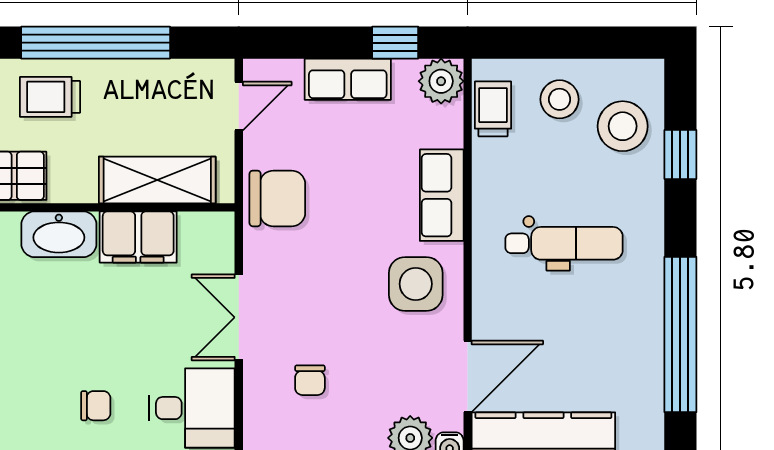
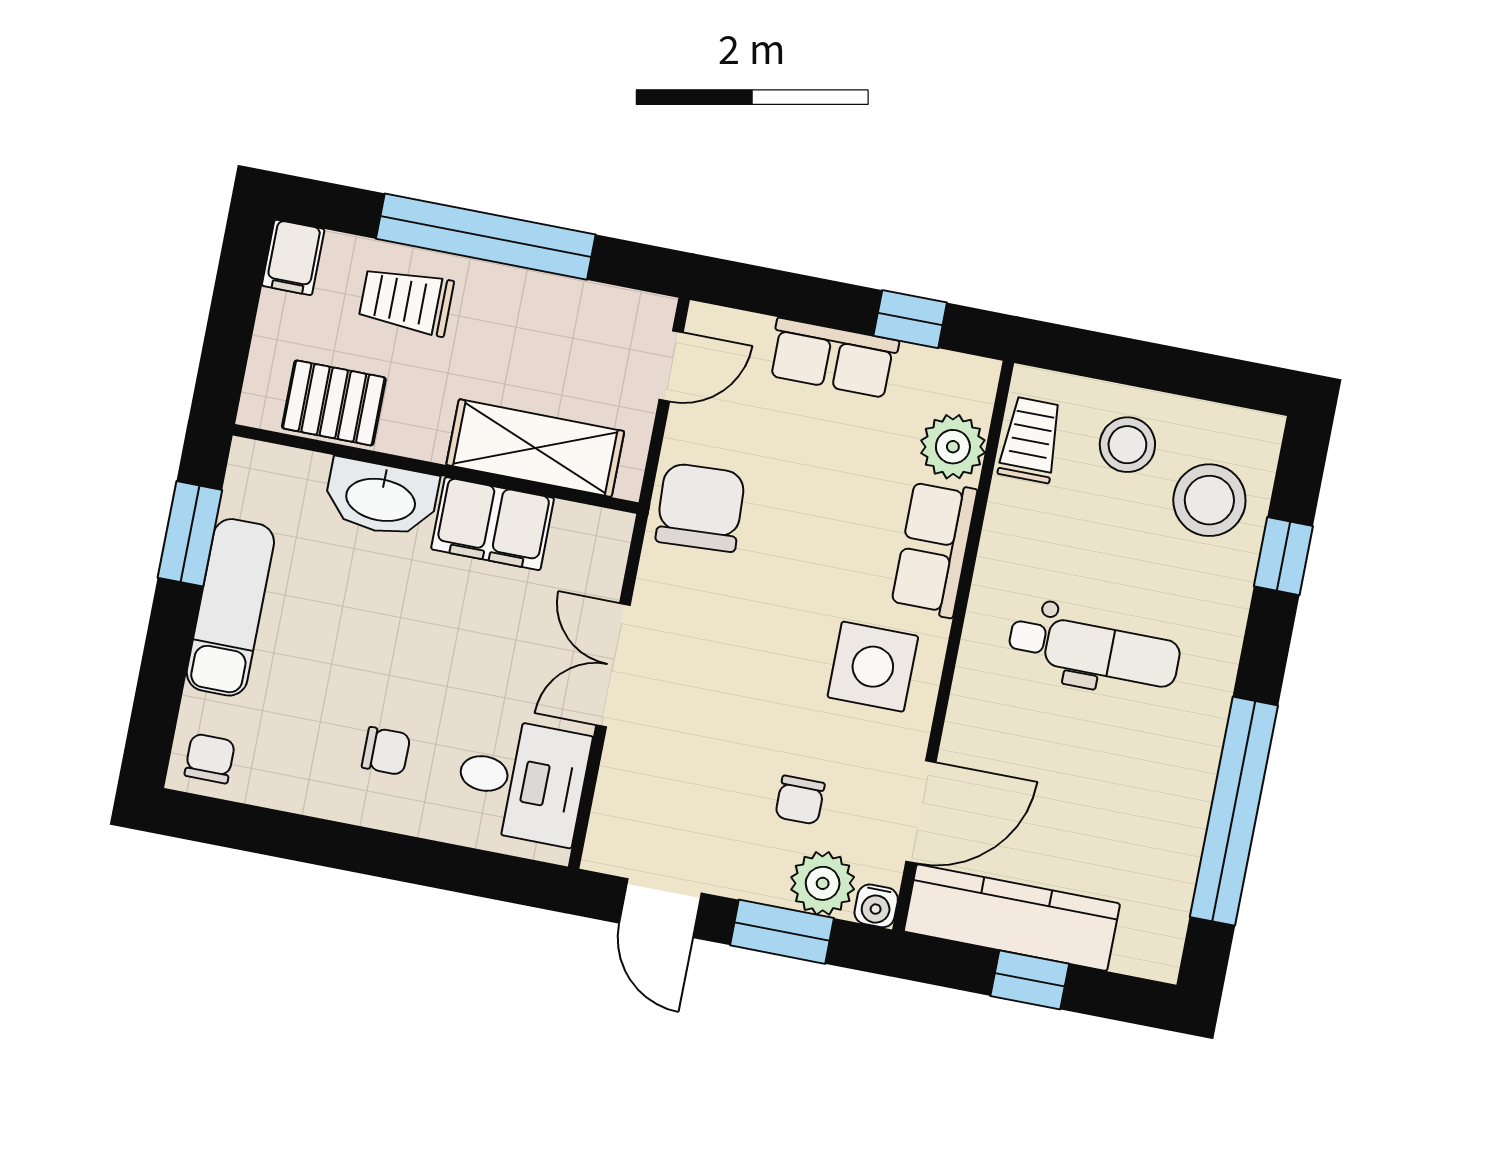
plant: (441, 81) -> (953, 447), moved
chair: (277, 198) -> (700, 507), turned -93
chair: (310, 380) -> (800, 800), moved

